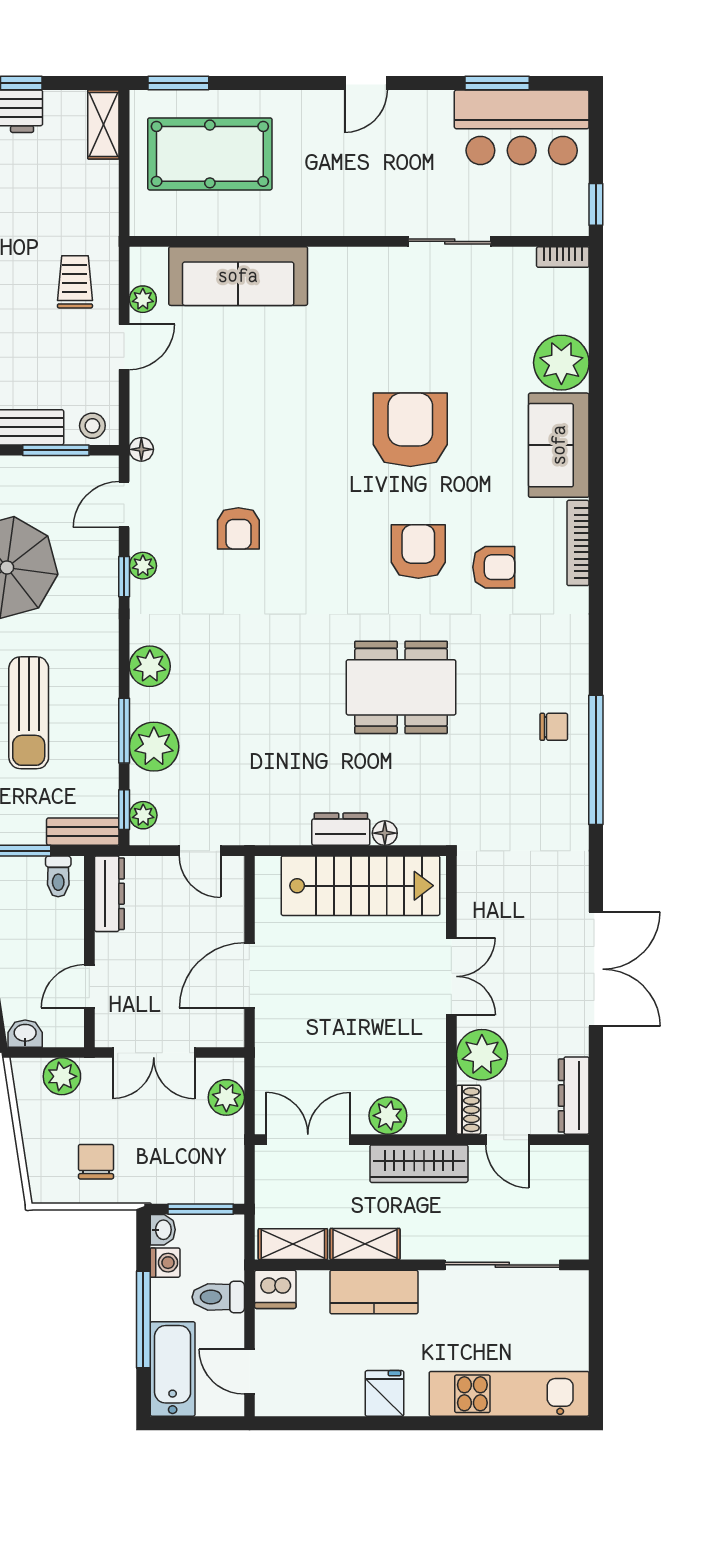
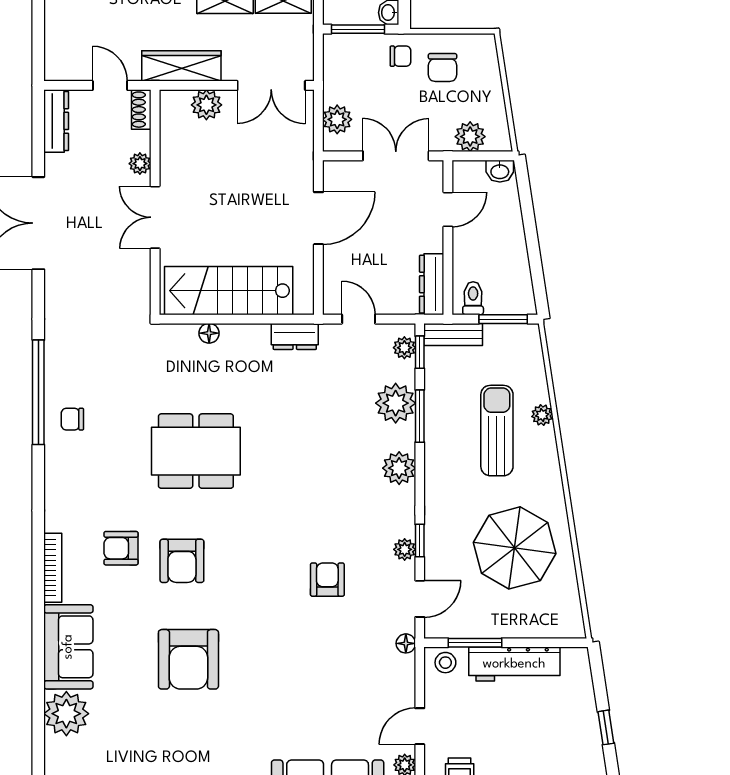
dresser: (341, 829) -> (295, 336), moved
plant: (482, 1055) -> (140, 164), width x0.53, depth x0.53
chair: (148, 1176) -> (400, 56), added

